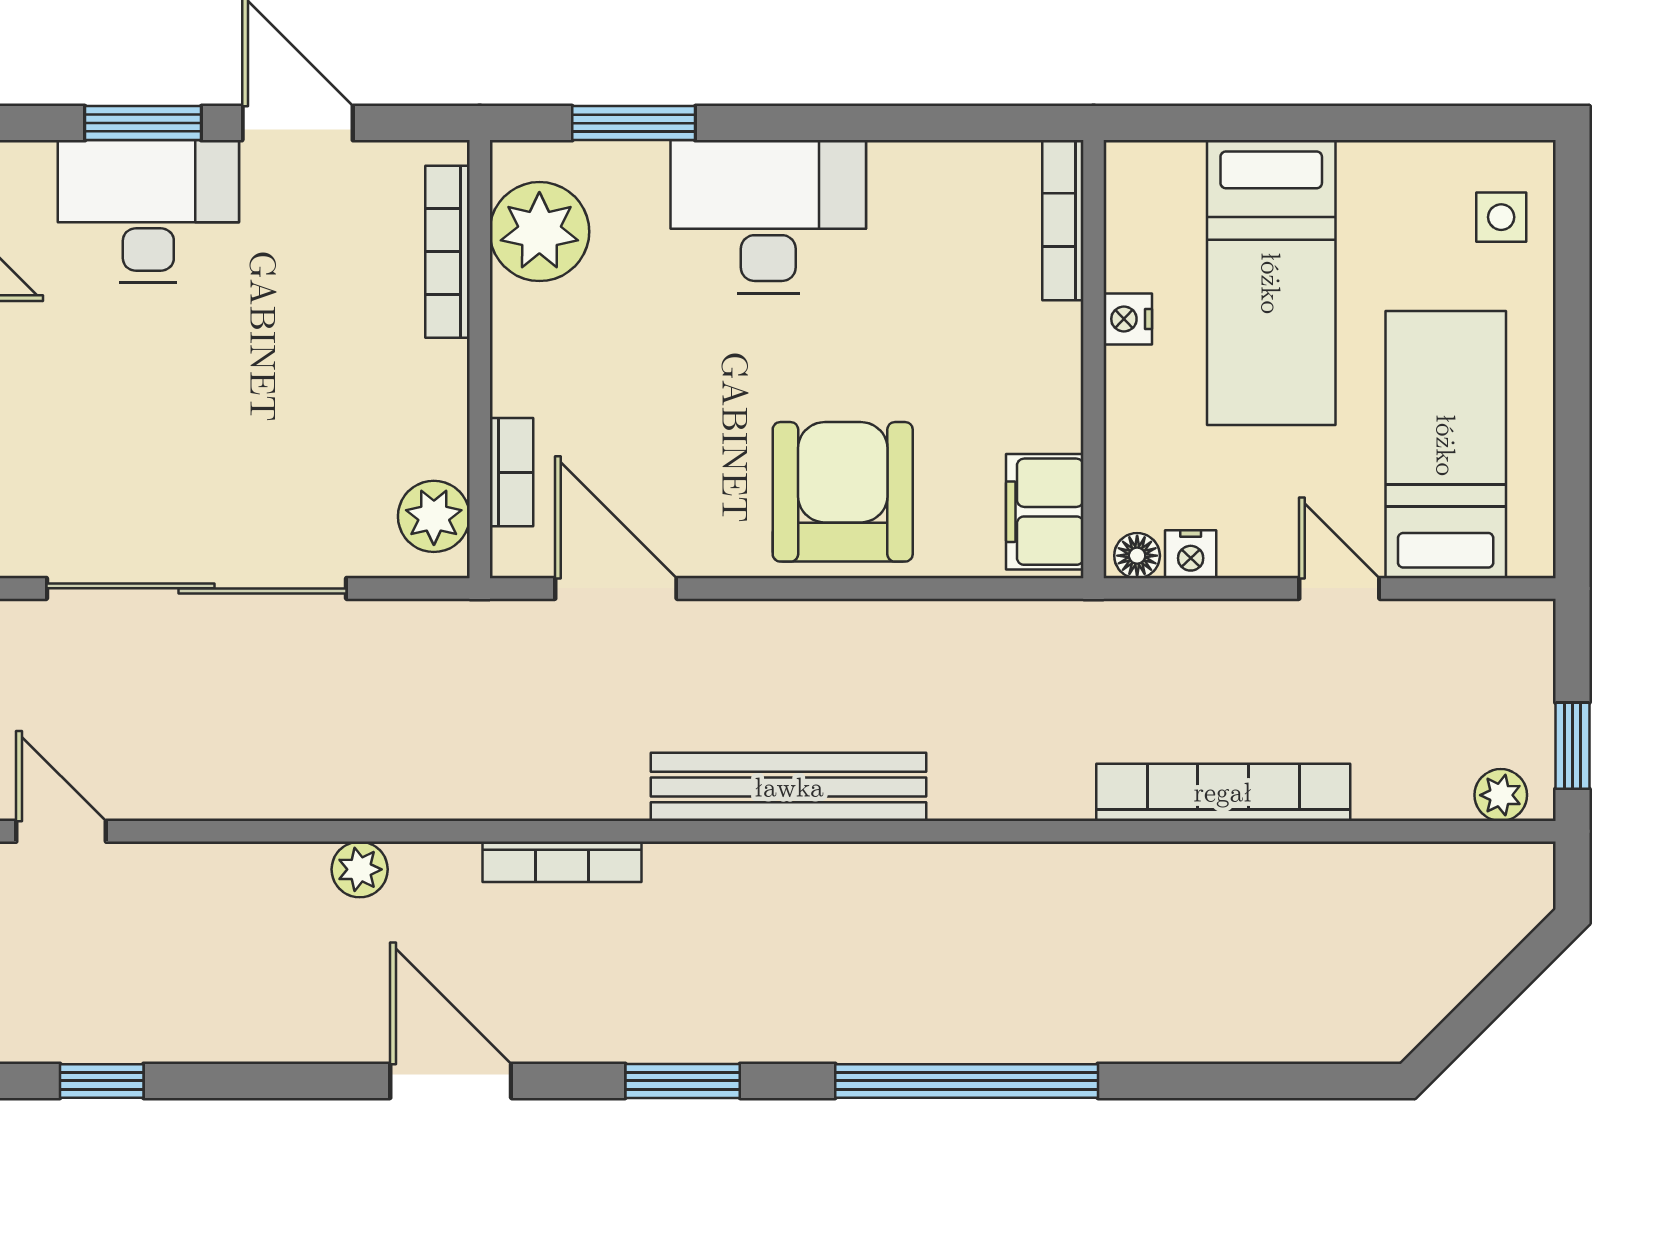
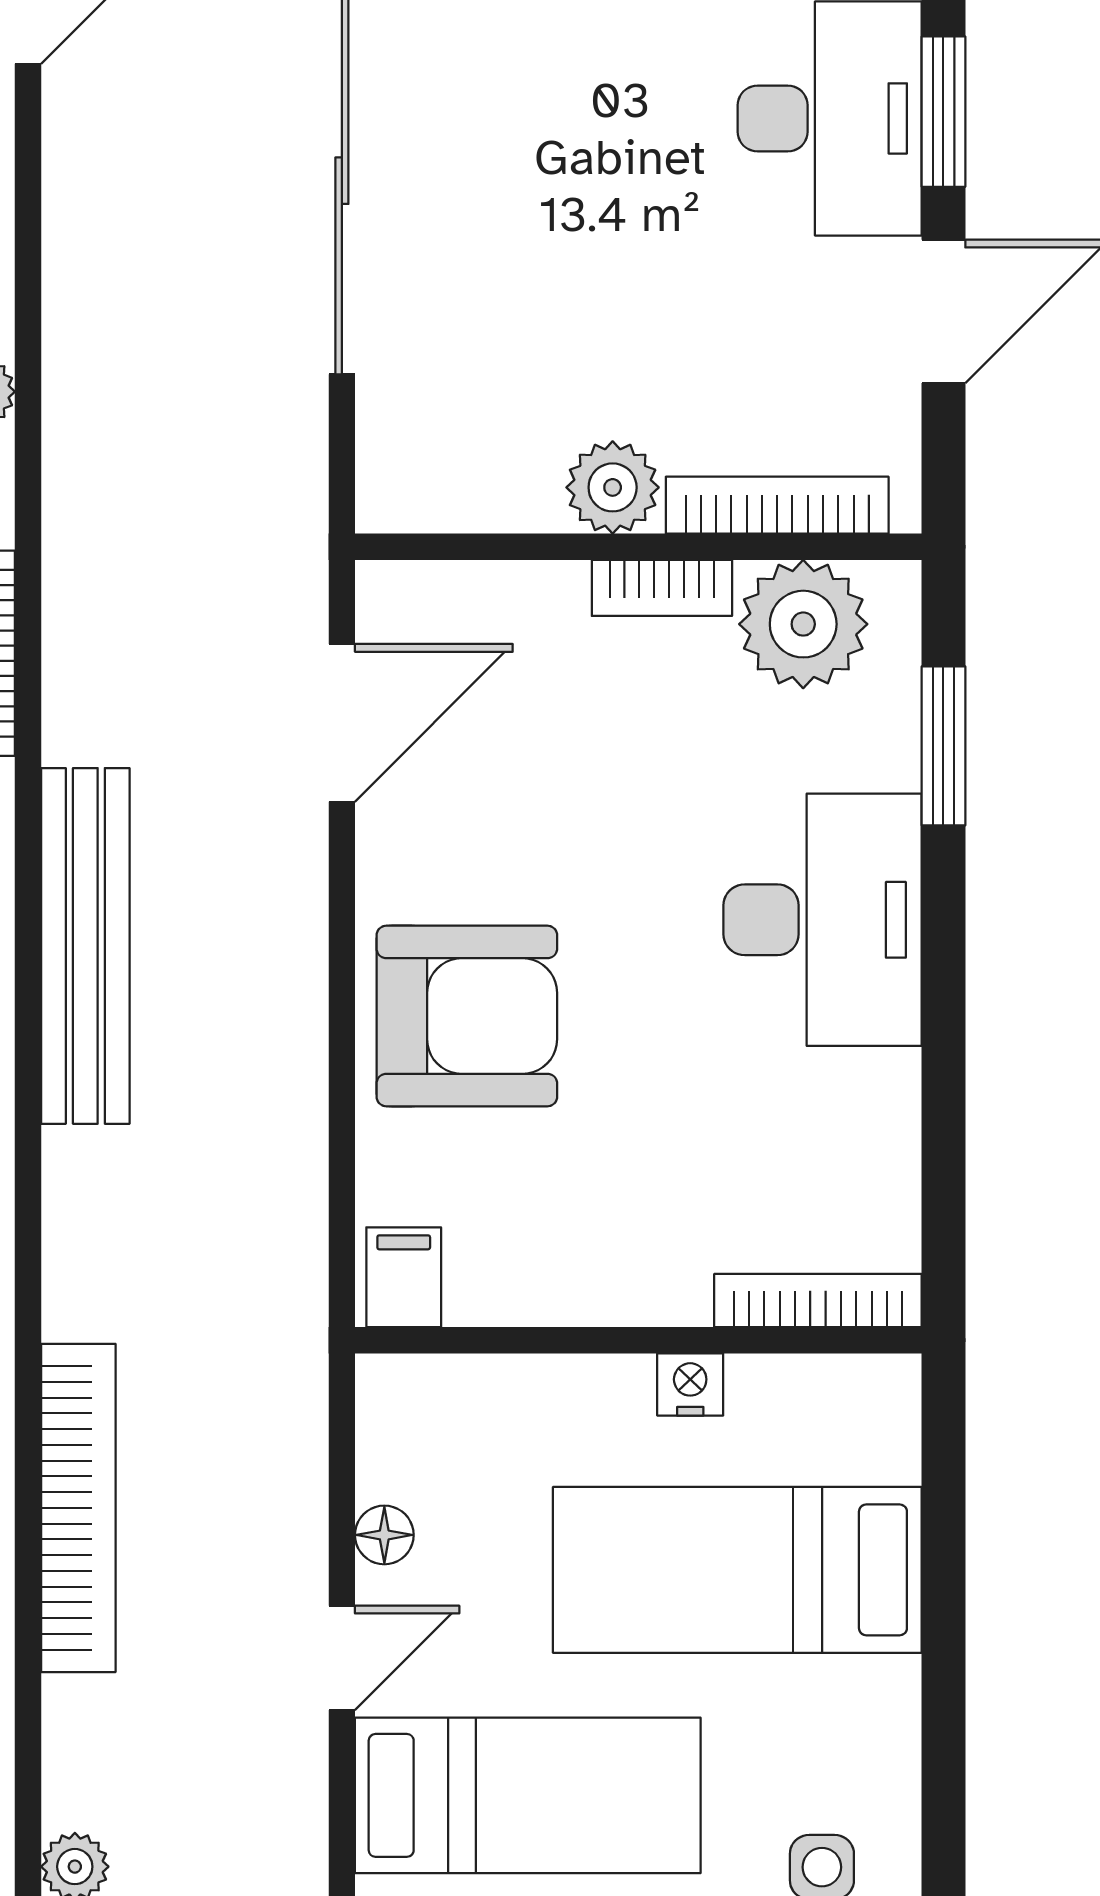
bookcase: (511, 472) -> (662, 588), moved
filing cabinet: (1045, 512) -> (404, 1277), width x0.50
plant: (434, 516) -> (613, 487), moved
nightstand: (1191, 554) -> (386, 1466), removed
floor lamp: (1137, 556) -> (384, 1535), moved

